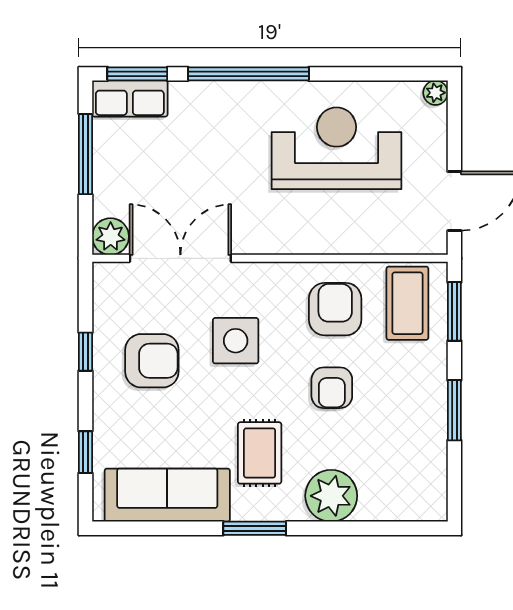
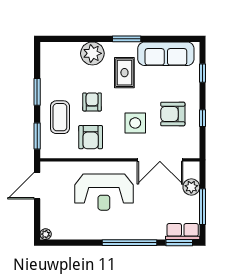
reception desk: (337, 148) -> (104, 192), moved
plant: (111, 237) -> (191, 187), moved
coffee table: (407, 303) -> (60, 117), moved

